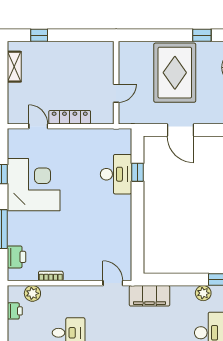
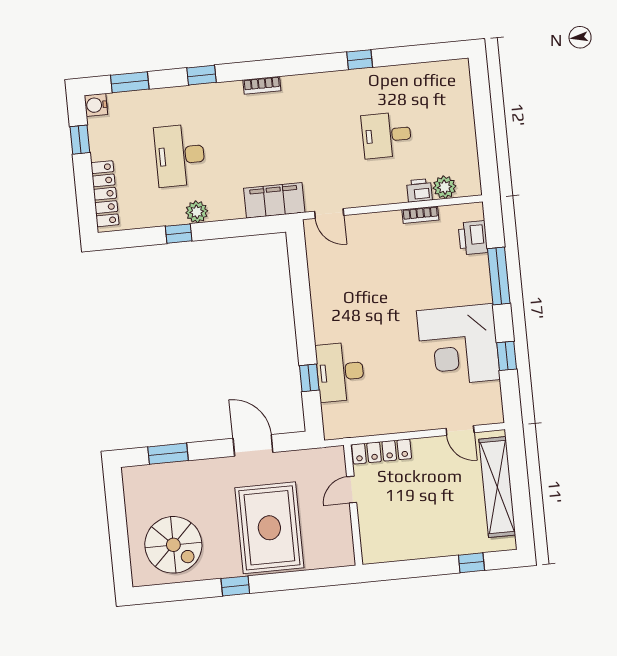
shelving: (14, 67) -> (497, 487), width x2.20, depth x1.33
locker: (70, 117) -> (382, 452), moved
printer: (15, 311) -> (419, 190), moved, turned 90

